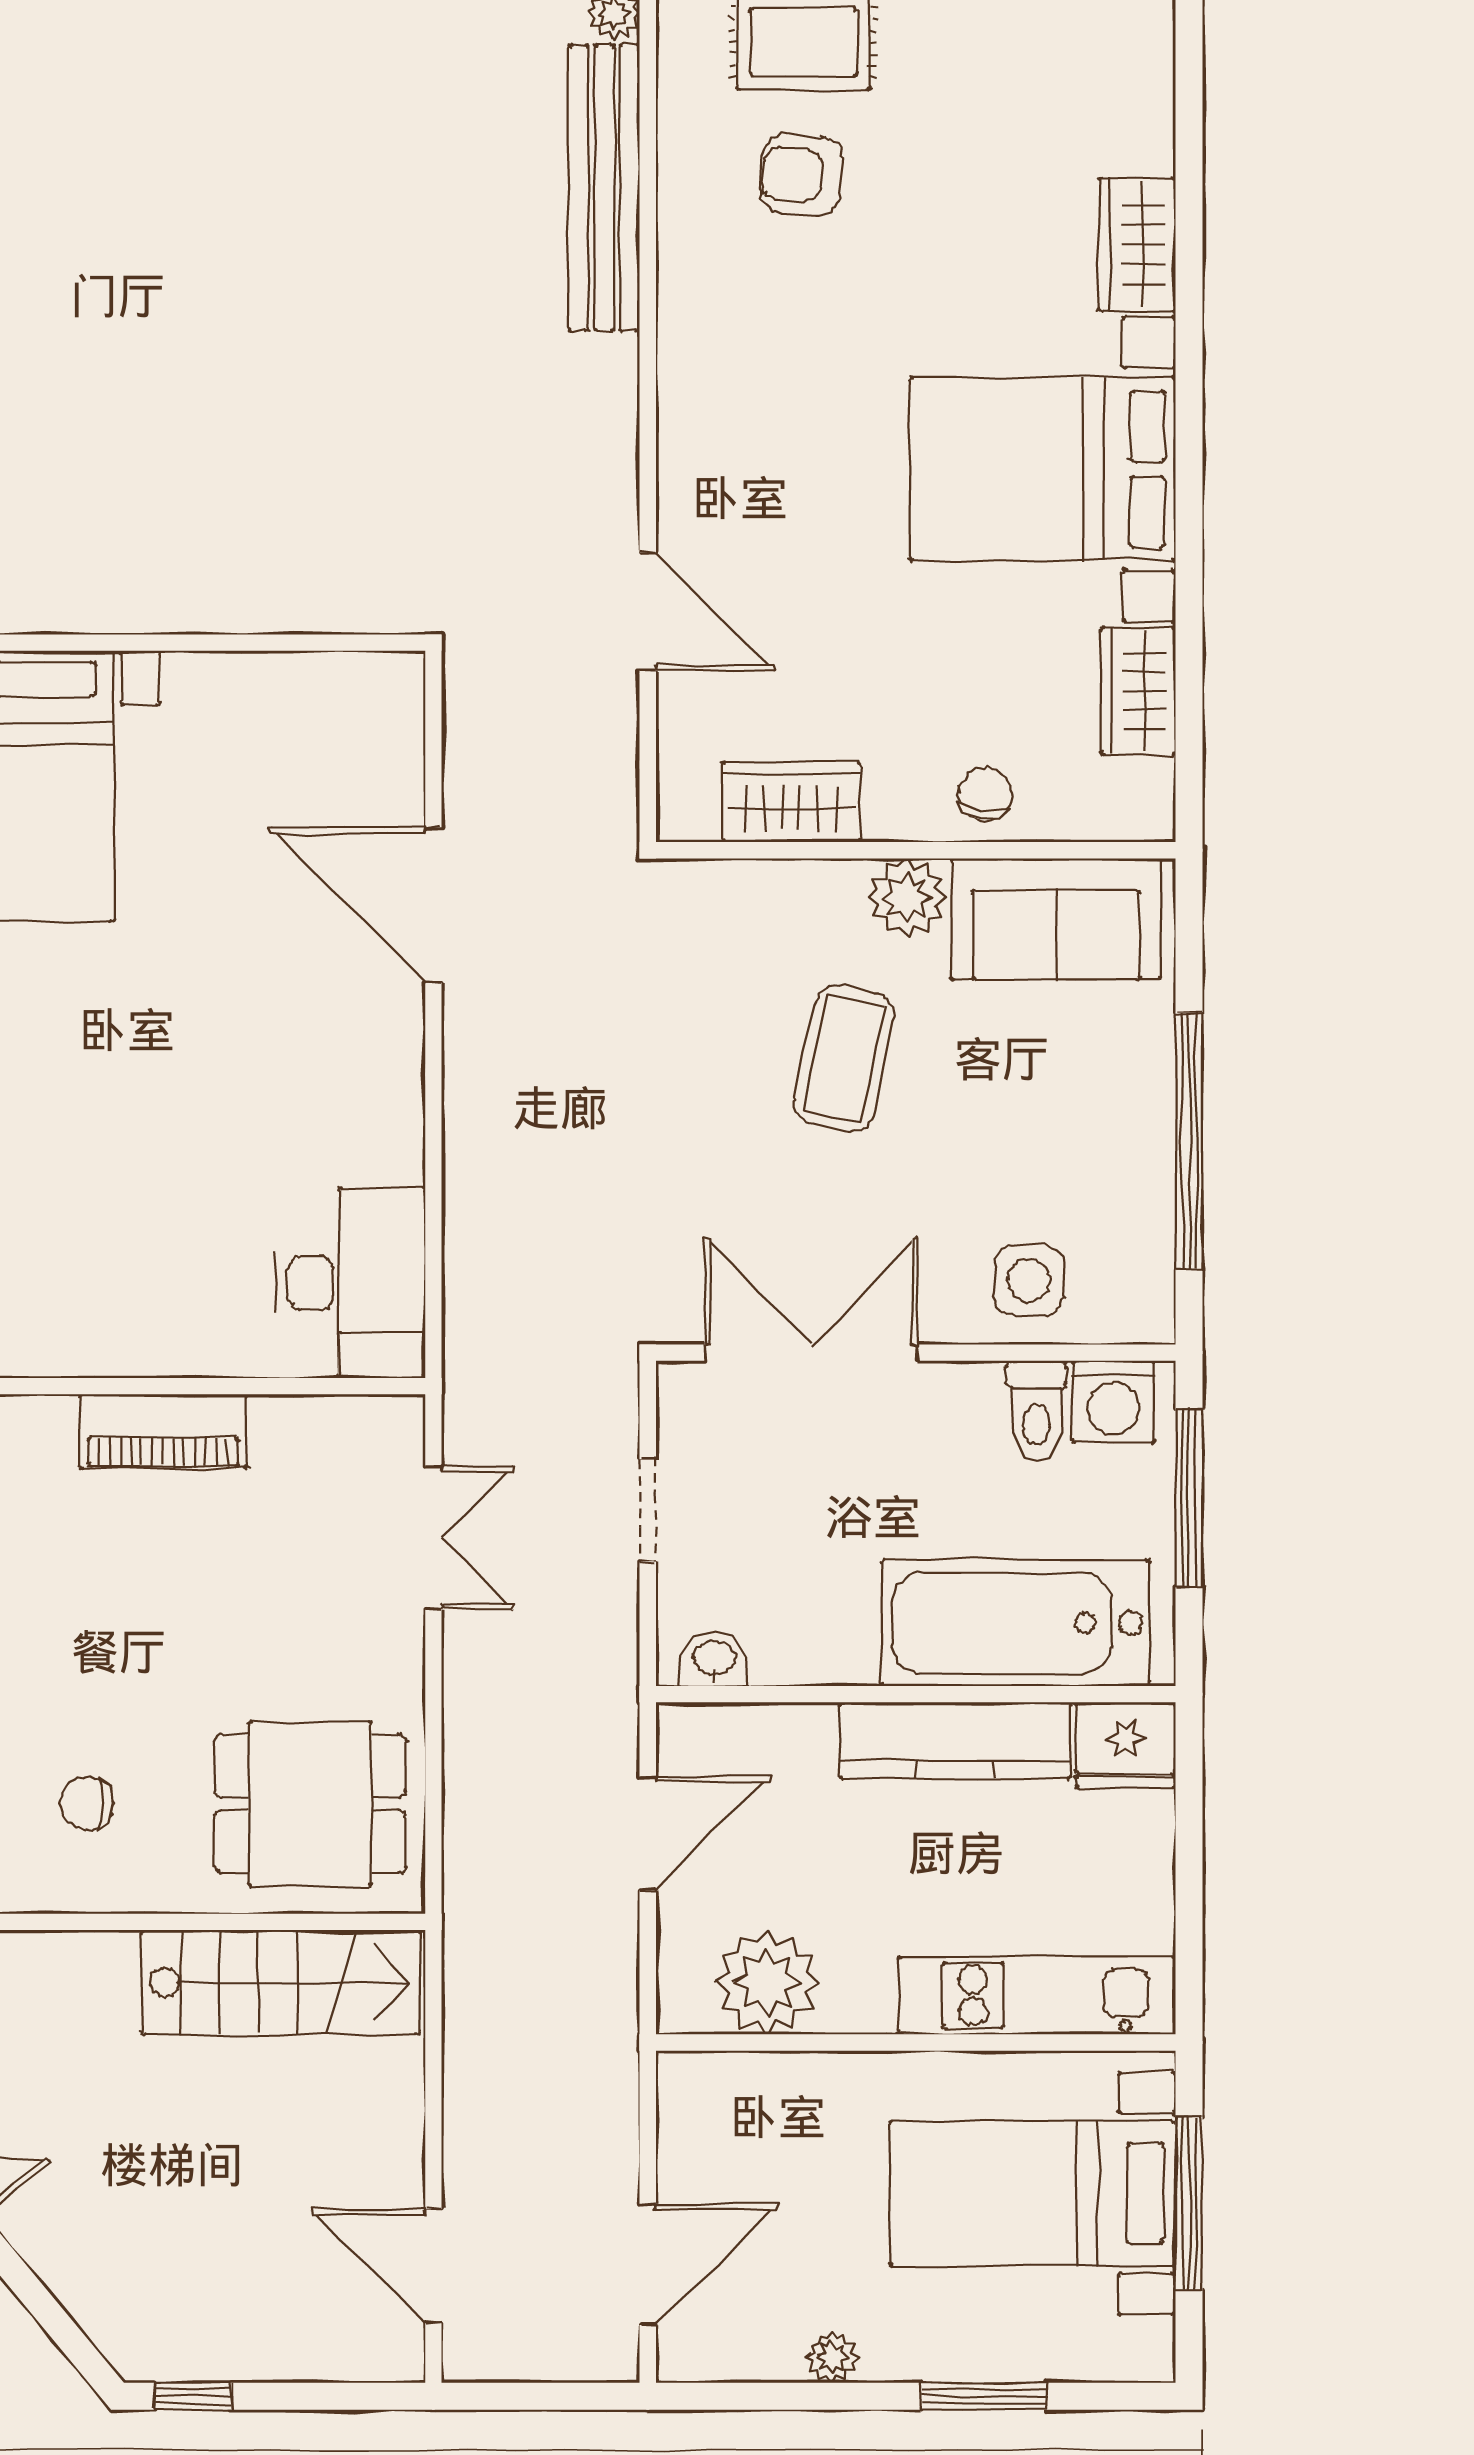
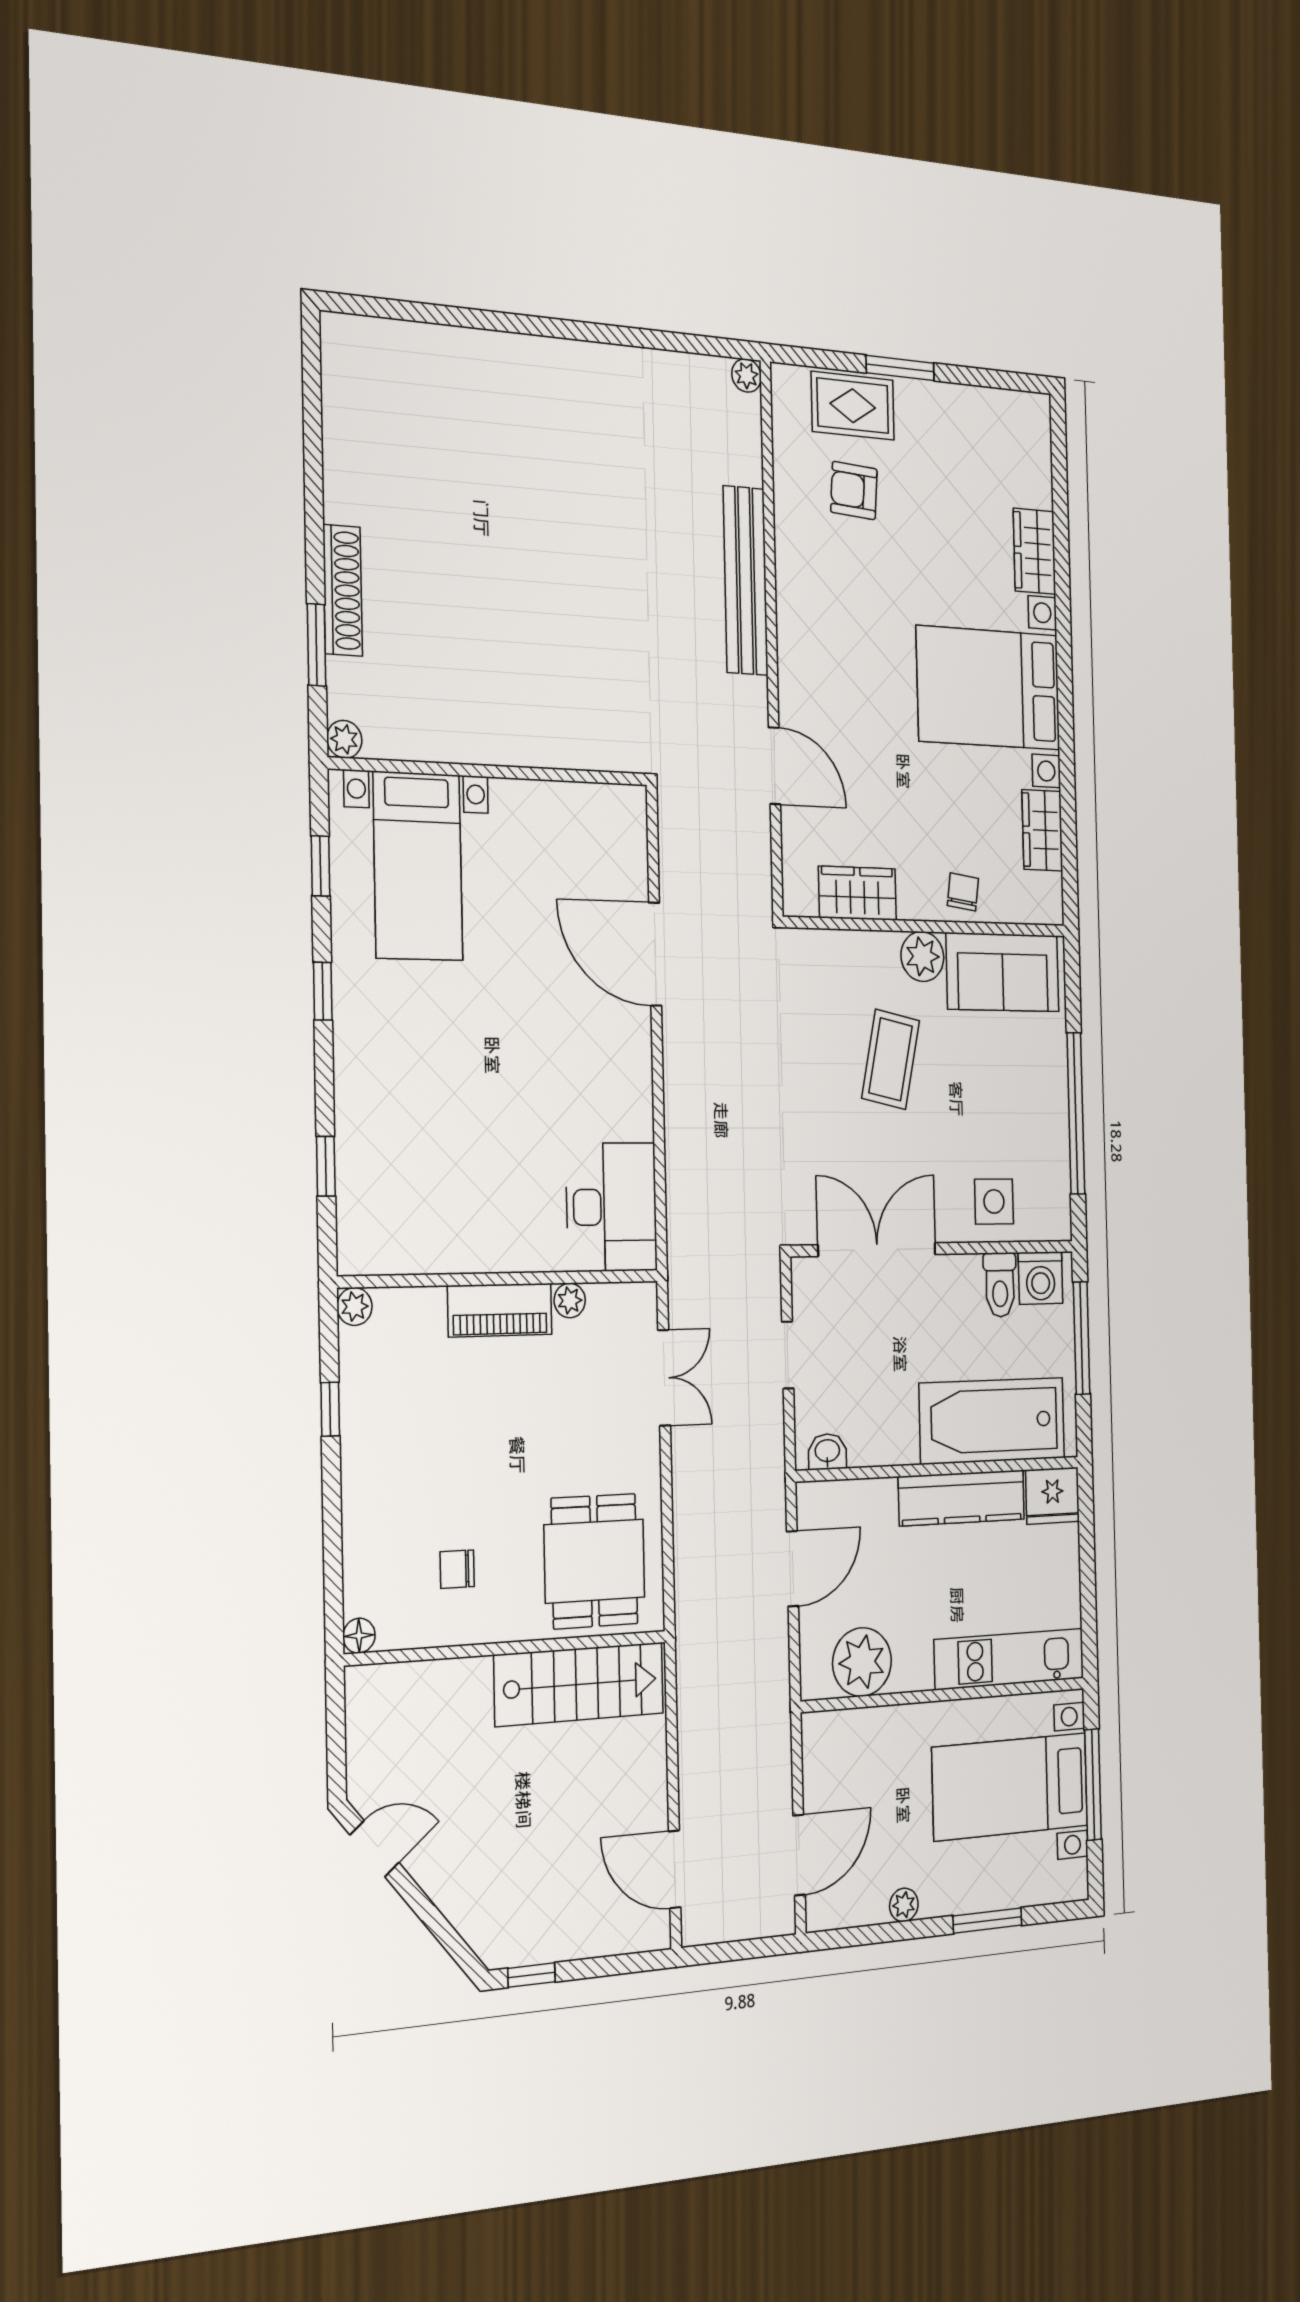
bench: (604, 188) -> (746, 580), moved
plant: (278, 1420) -> (570, 1300), added
dining table: (310, 1804) -> (594, 1561), turned 90

